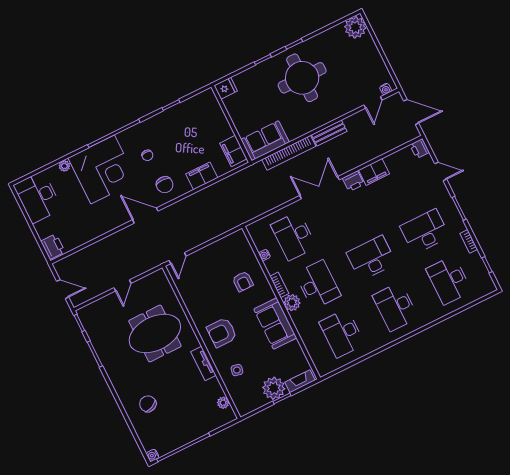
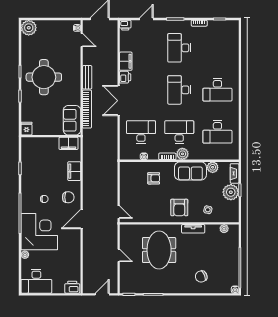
desk: (294, 236) -> (141, 132), turned 180
desk: (449, 280) -> (217, 48), removed
plant: (294, 349) -> (213, 167), added

